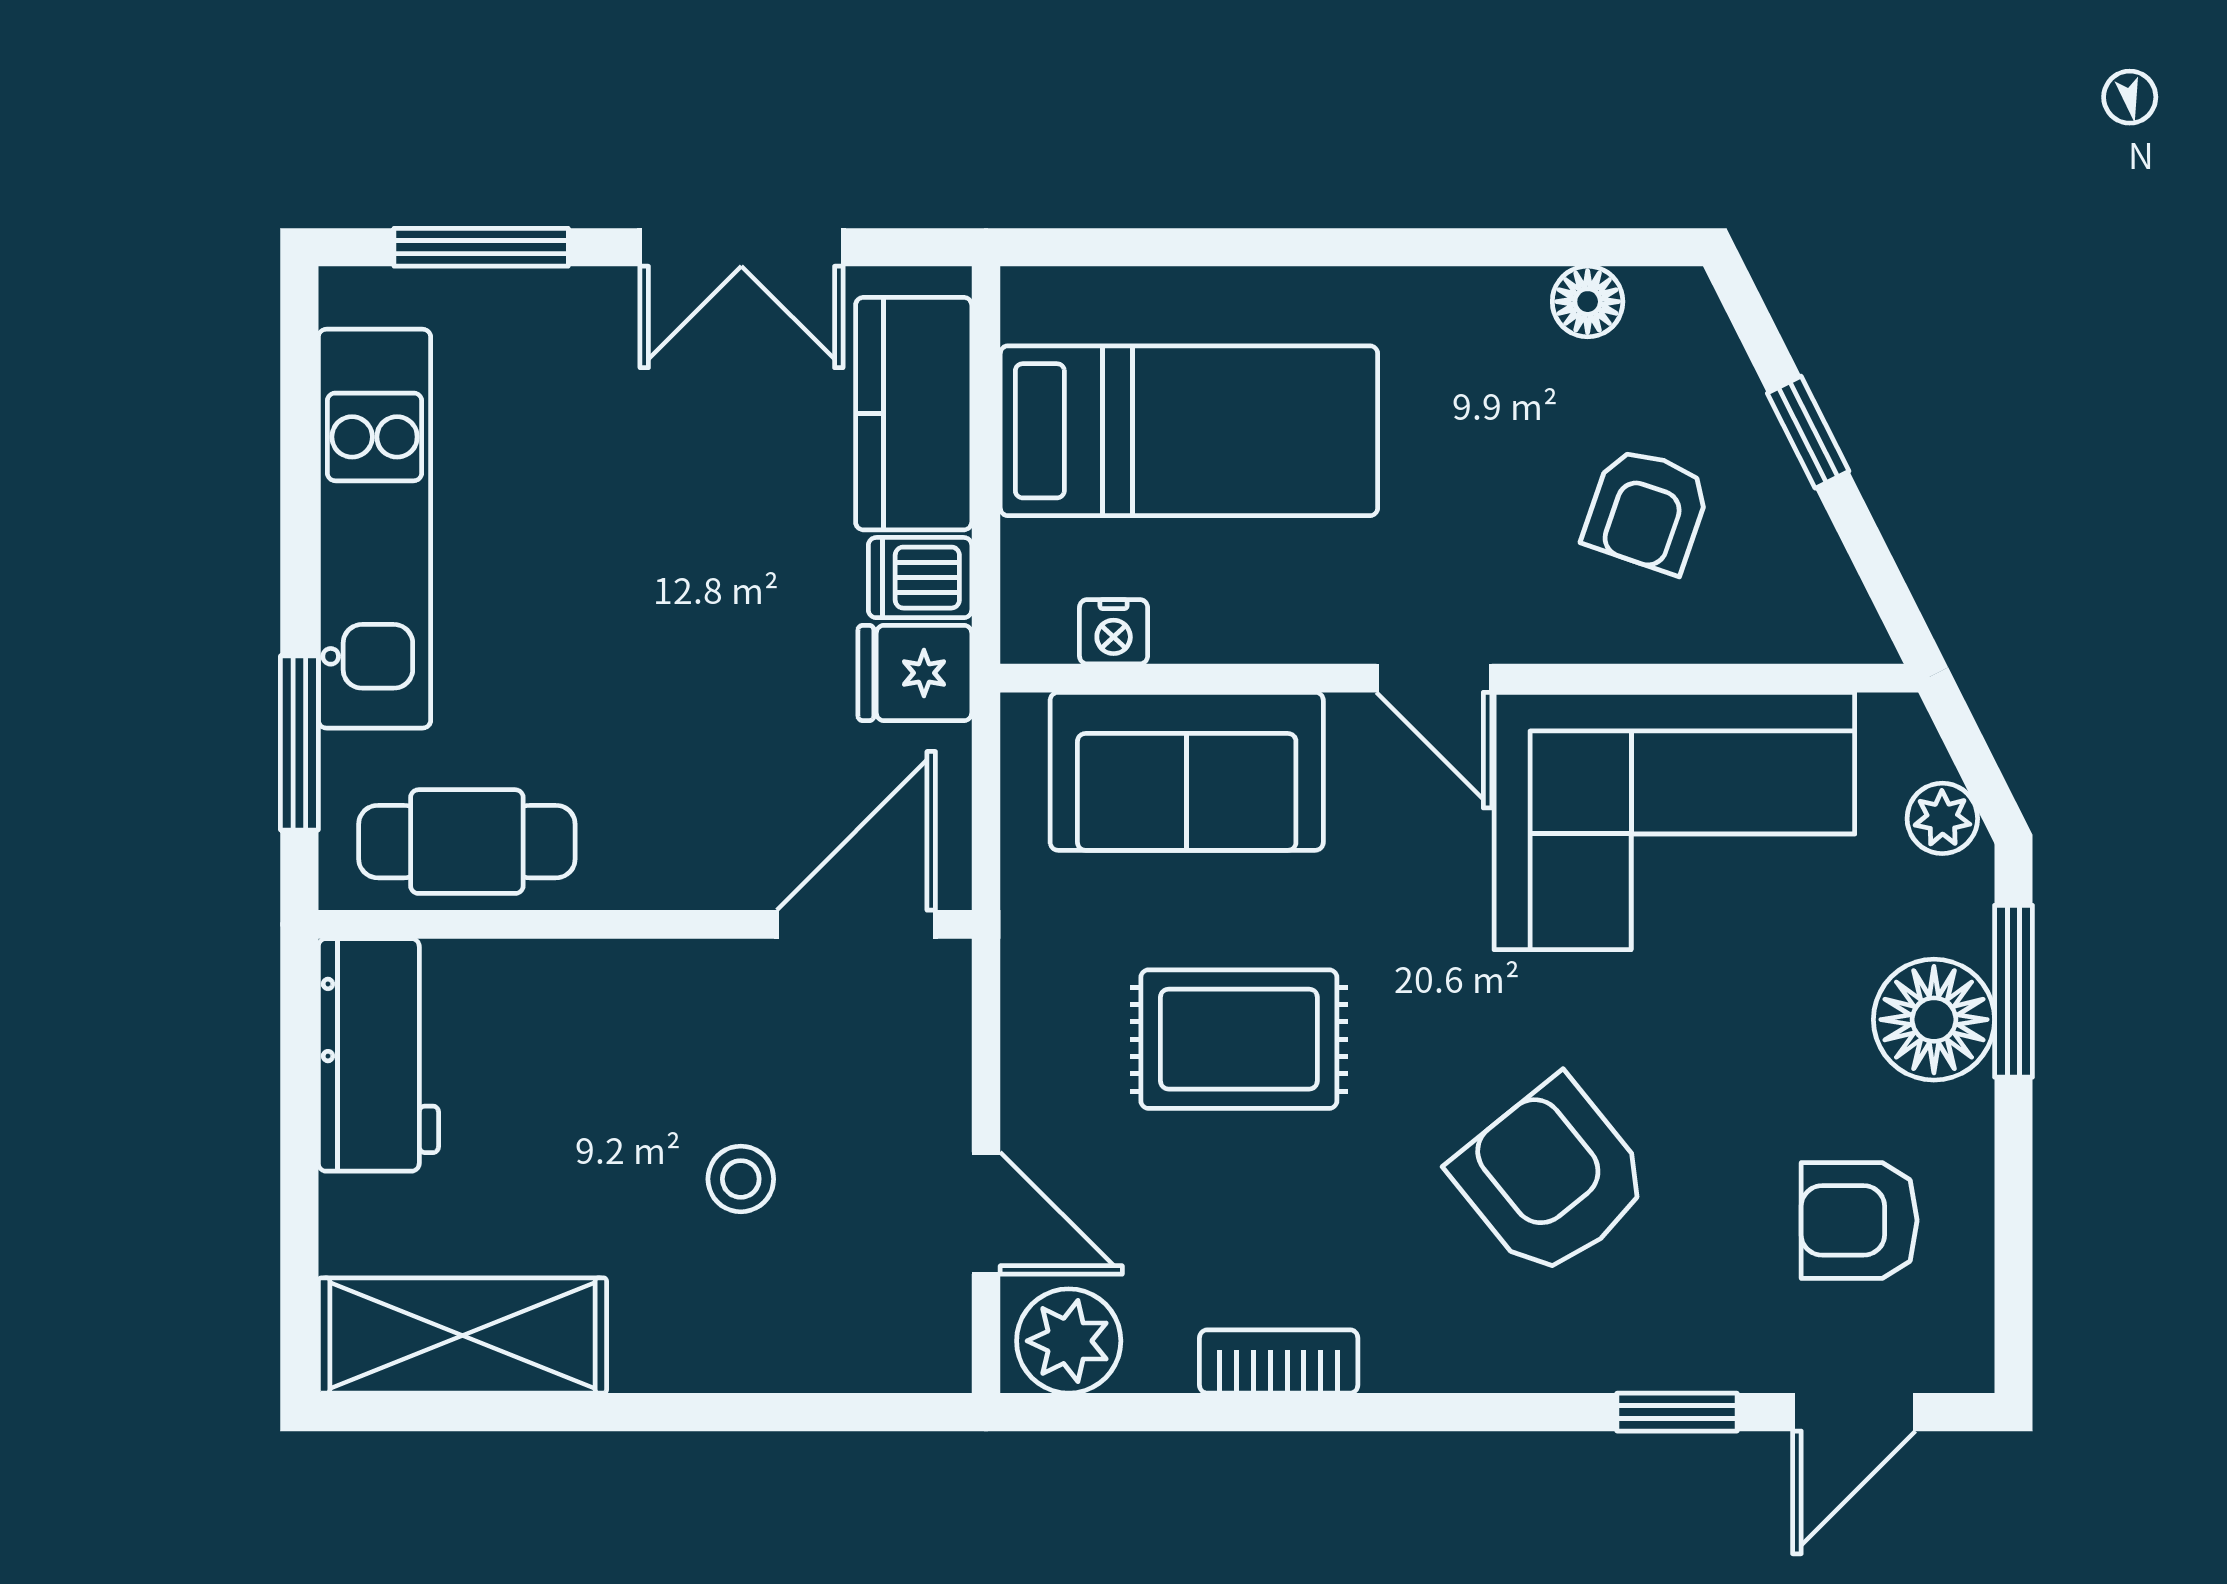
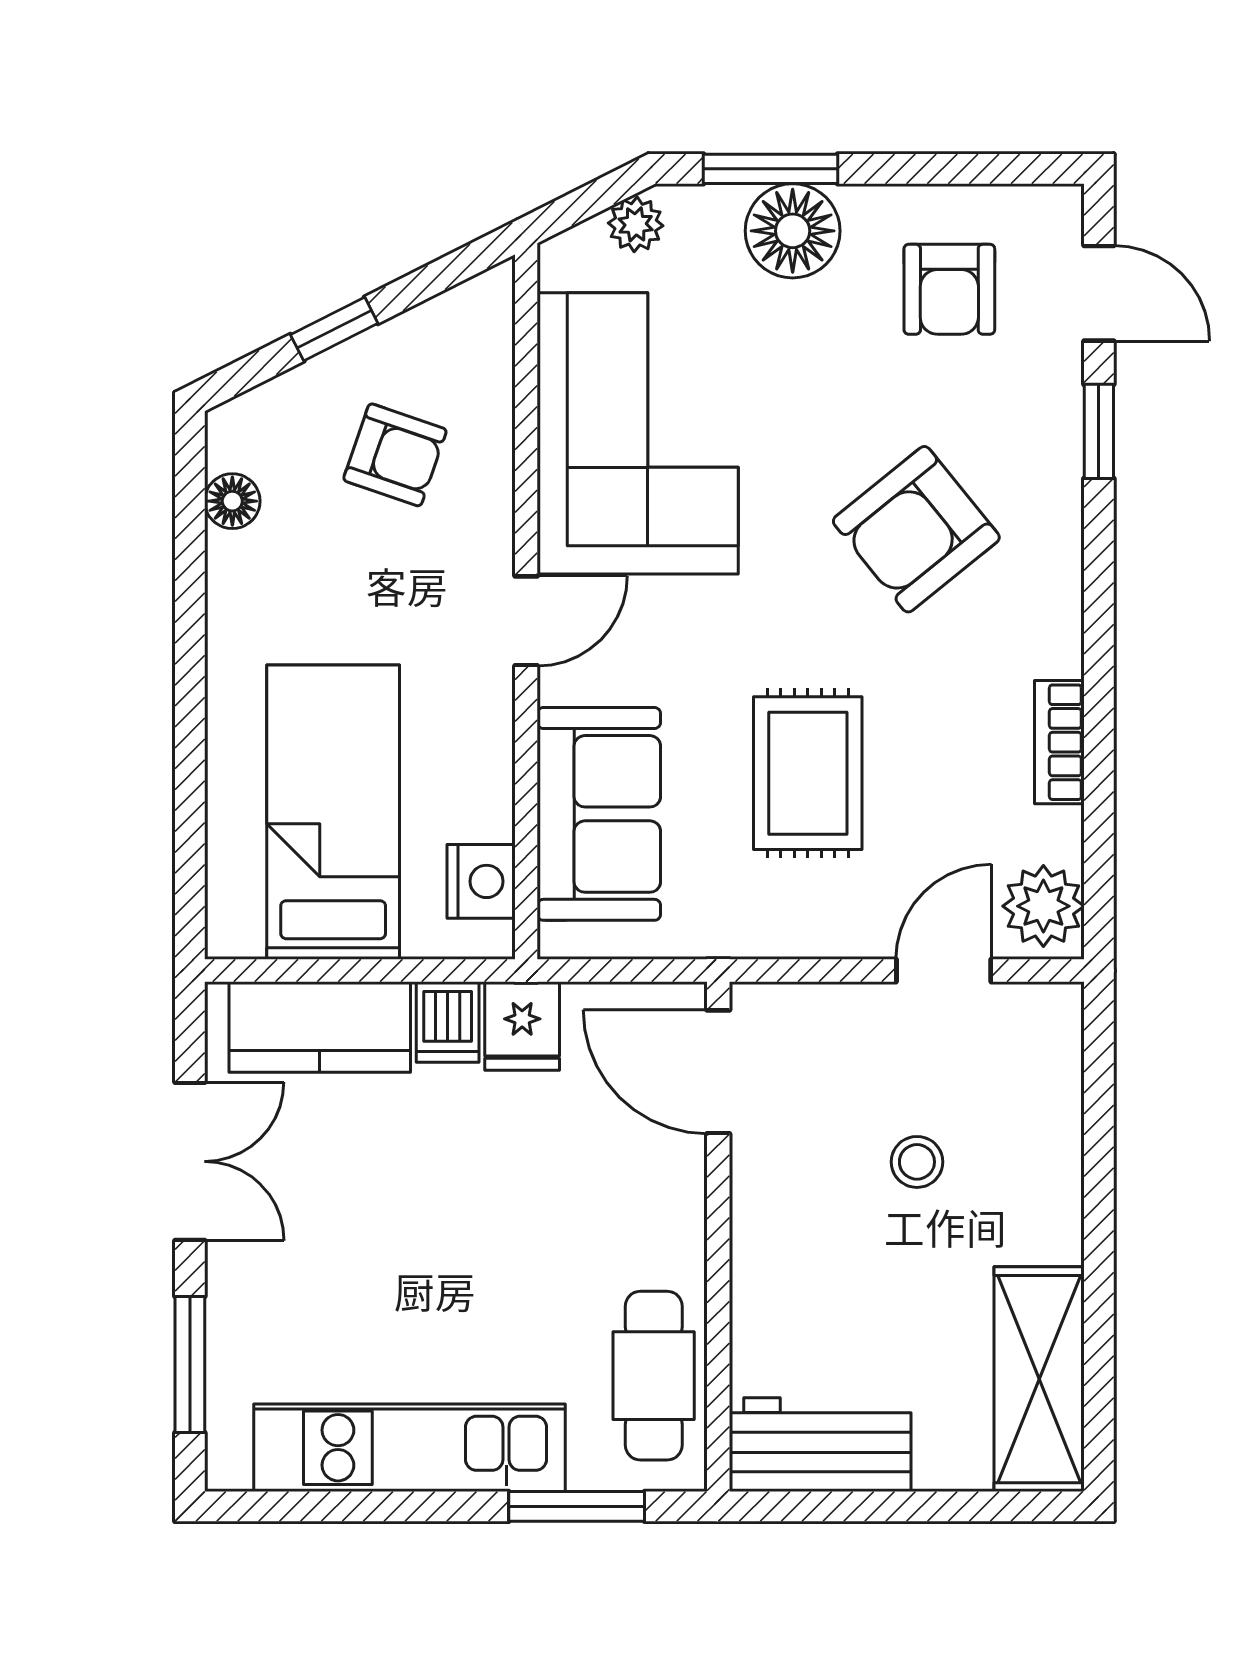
nightstand: (1114, 632) -> (481, 881), width x1.39, depth x1.35

